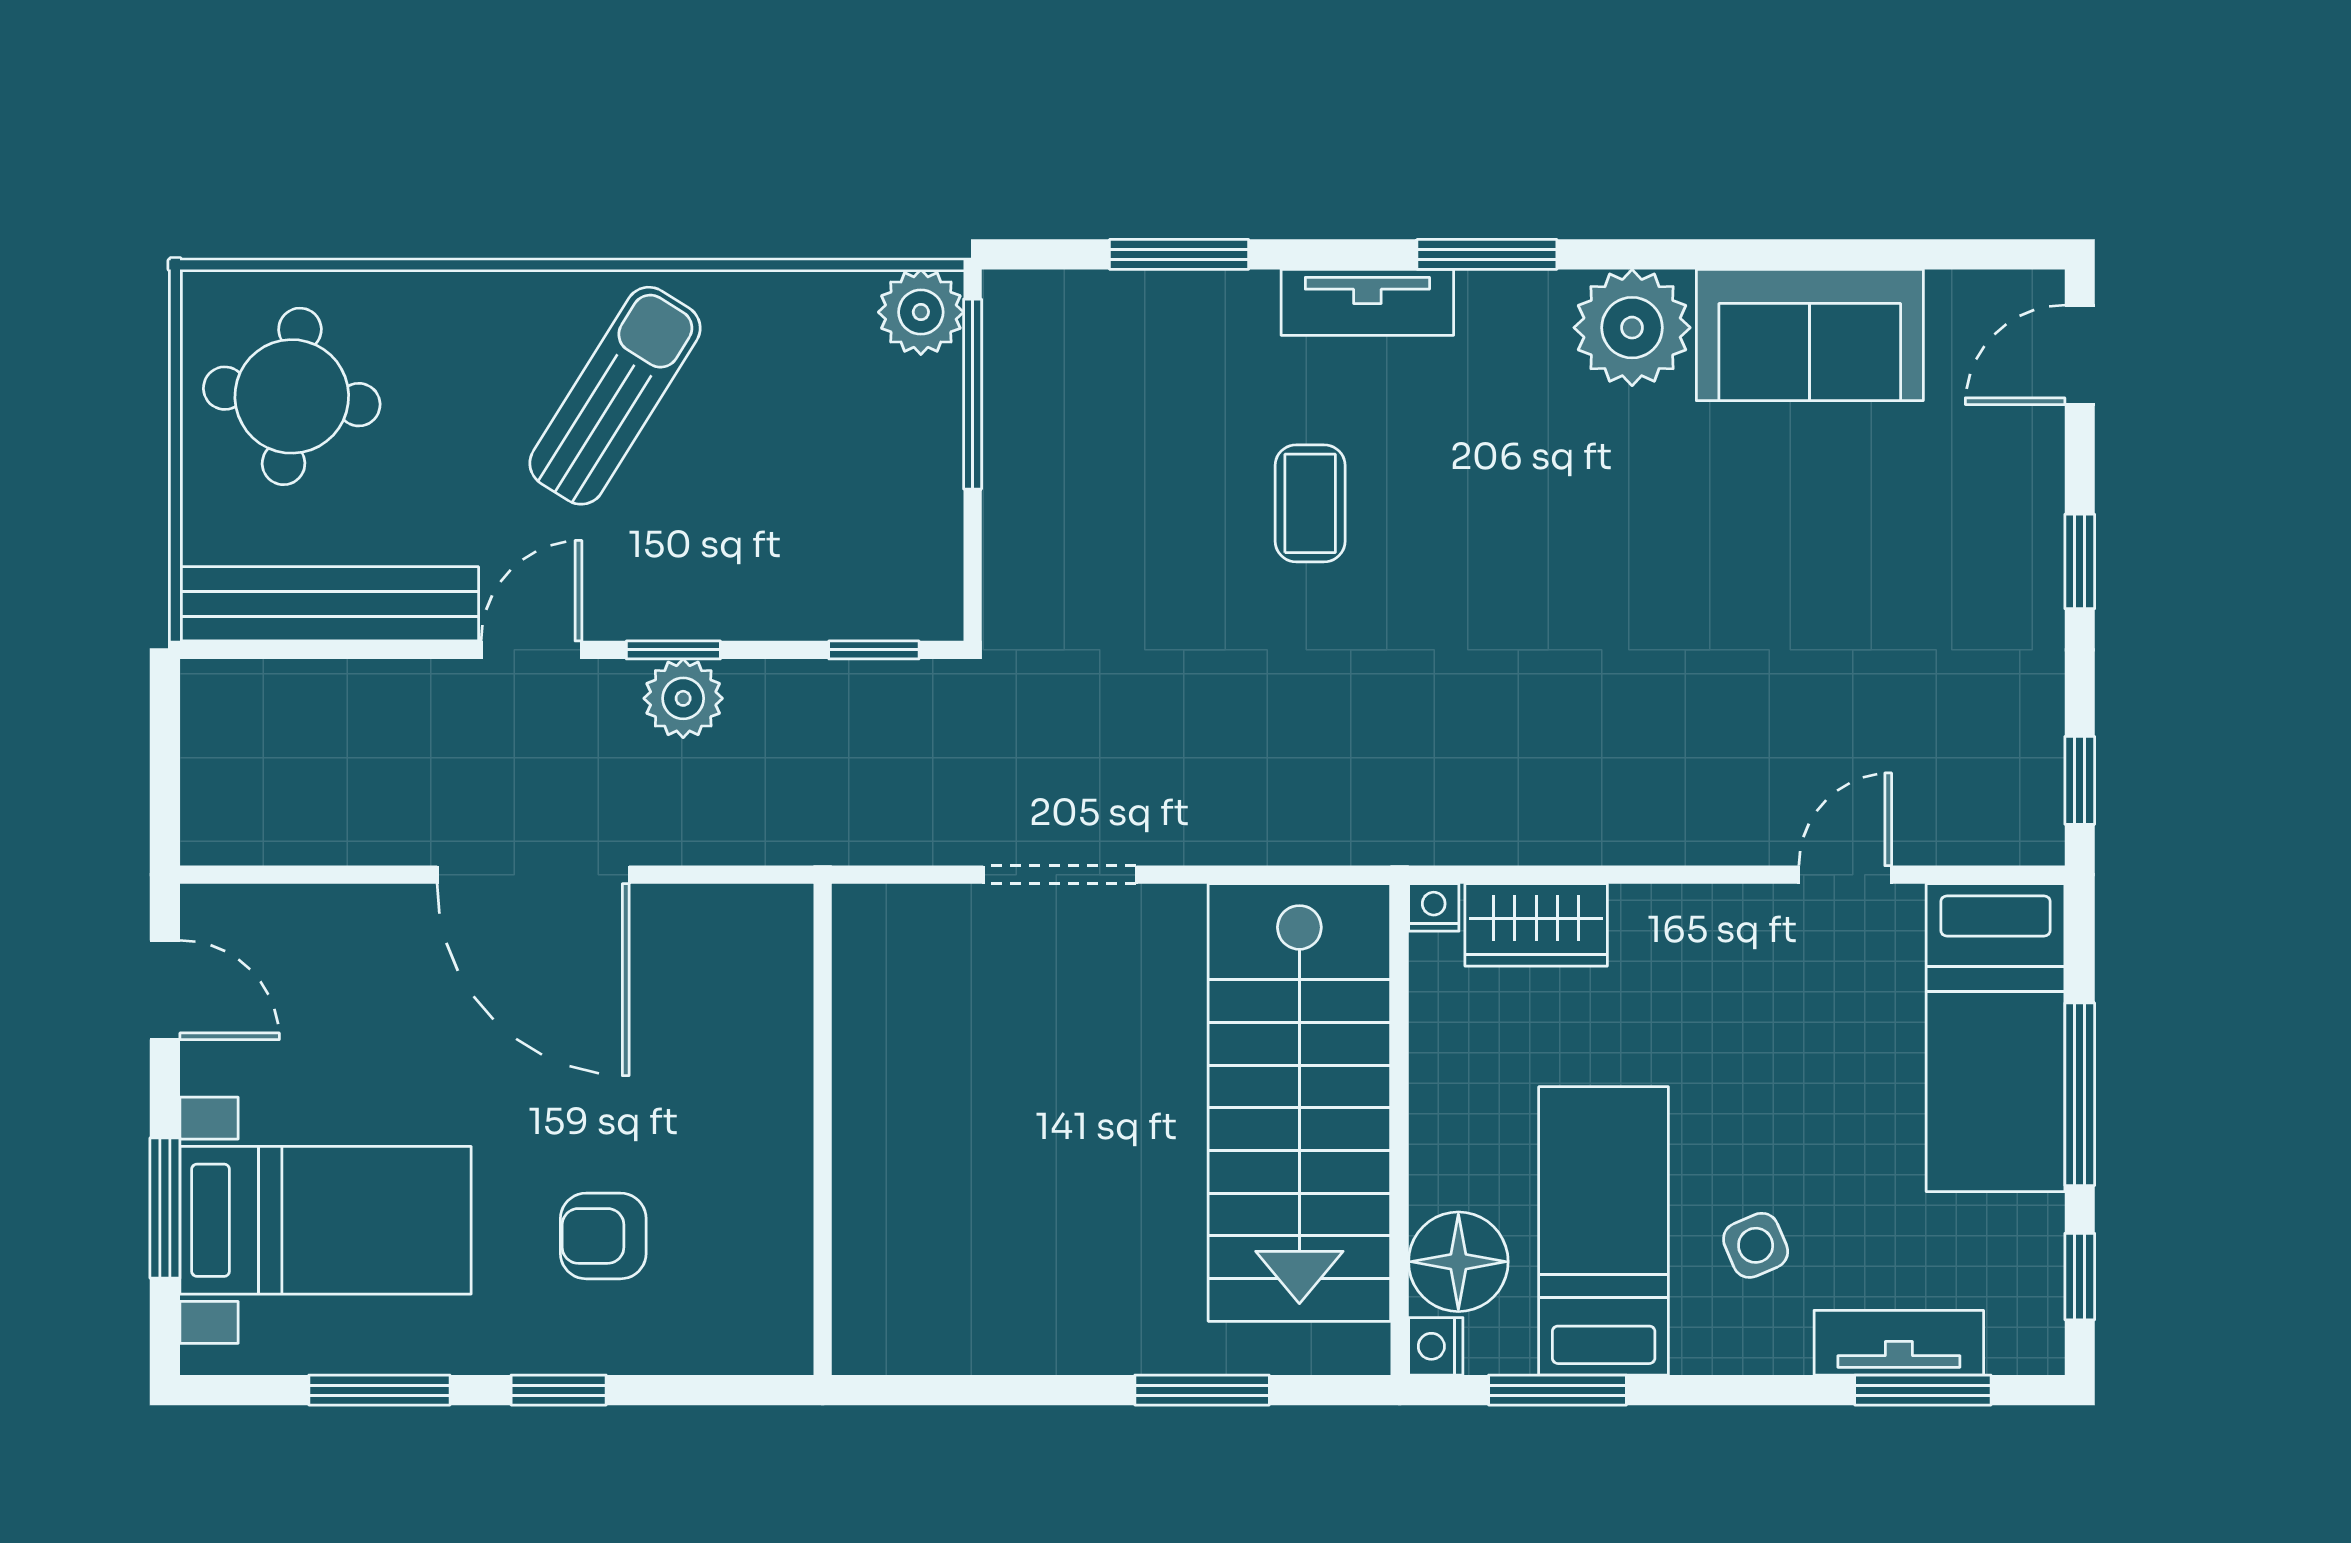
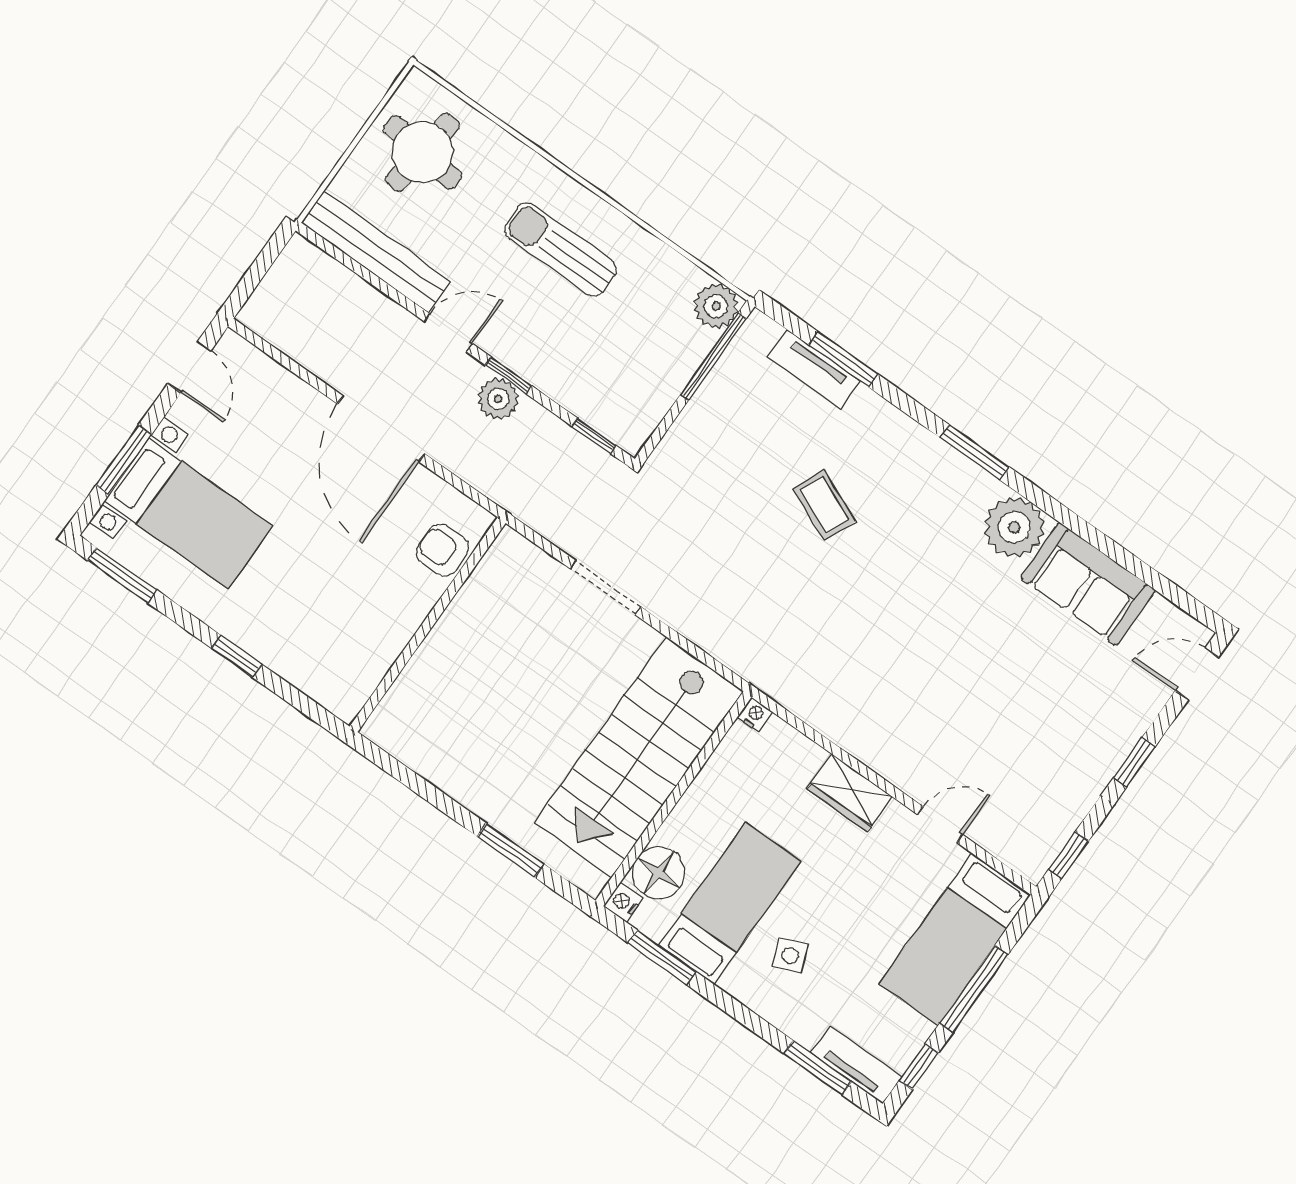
tv unit: (1367, 302) -> (814, 369), moved
sun lounger: (615, 396) -> (560, 249), turned -122
coffee table: (1310, 503) -> (824, 505), turned -67
wardrobe: (1536, 925) -> (850, 793), moved
armchair: (603, 1236) -> (442, 550), moved
tv unit: (1899, 1343) -> (856, 1065), moved
window: (379, 1390) -> (122, 575), moved

